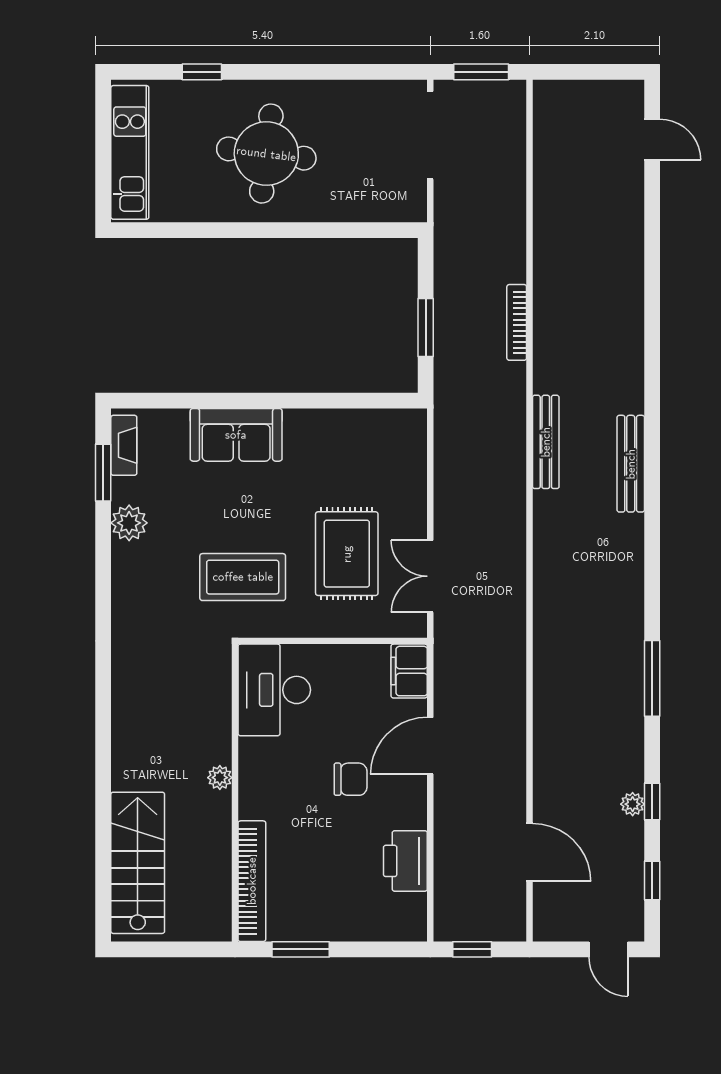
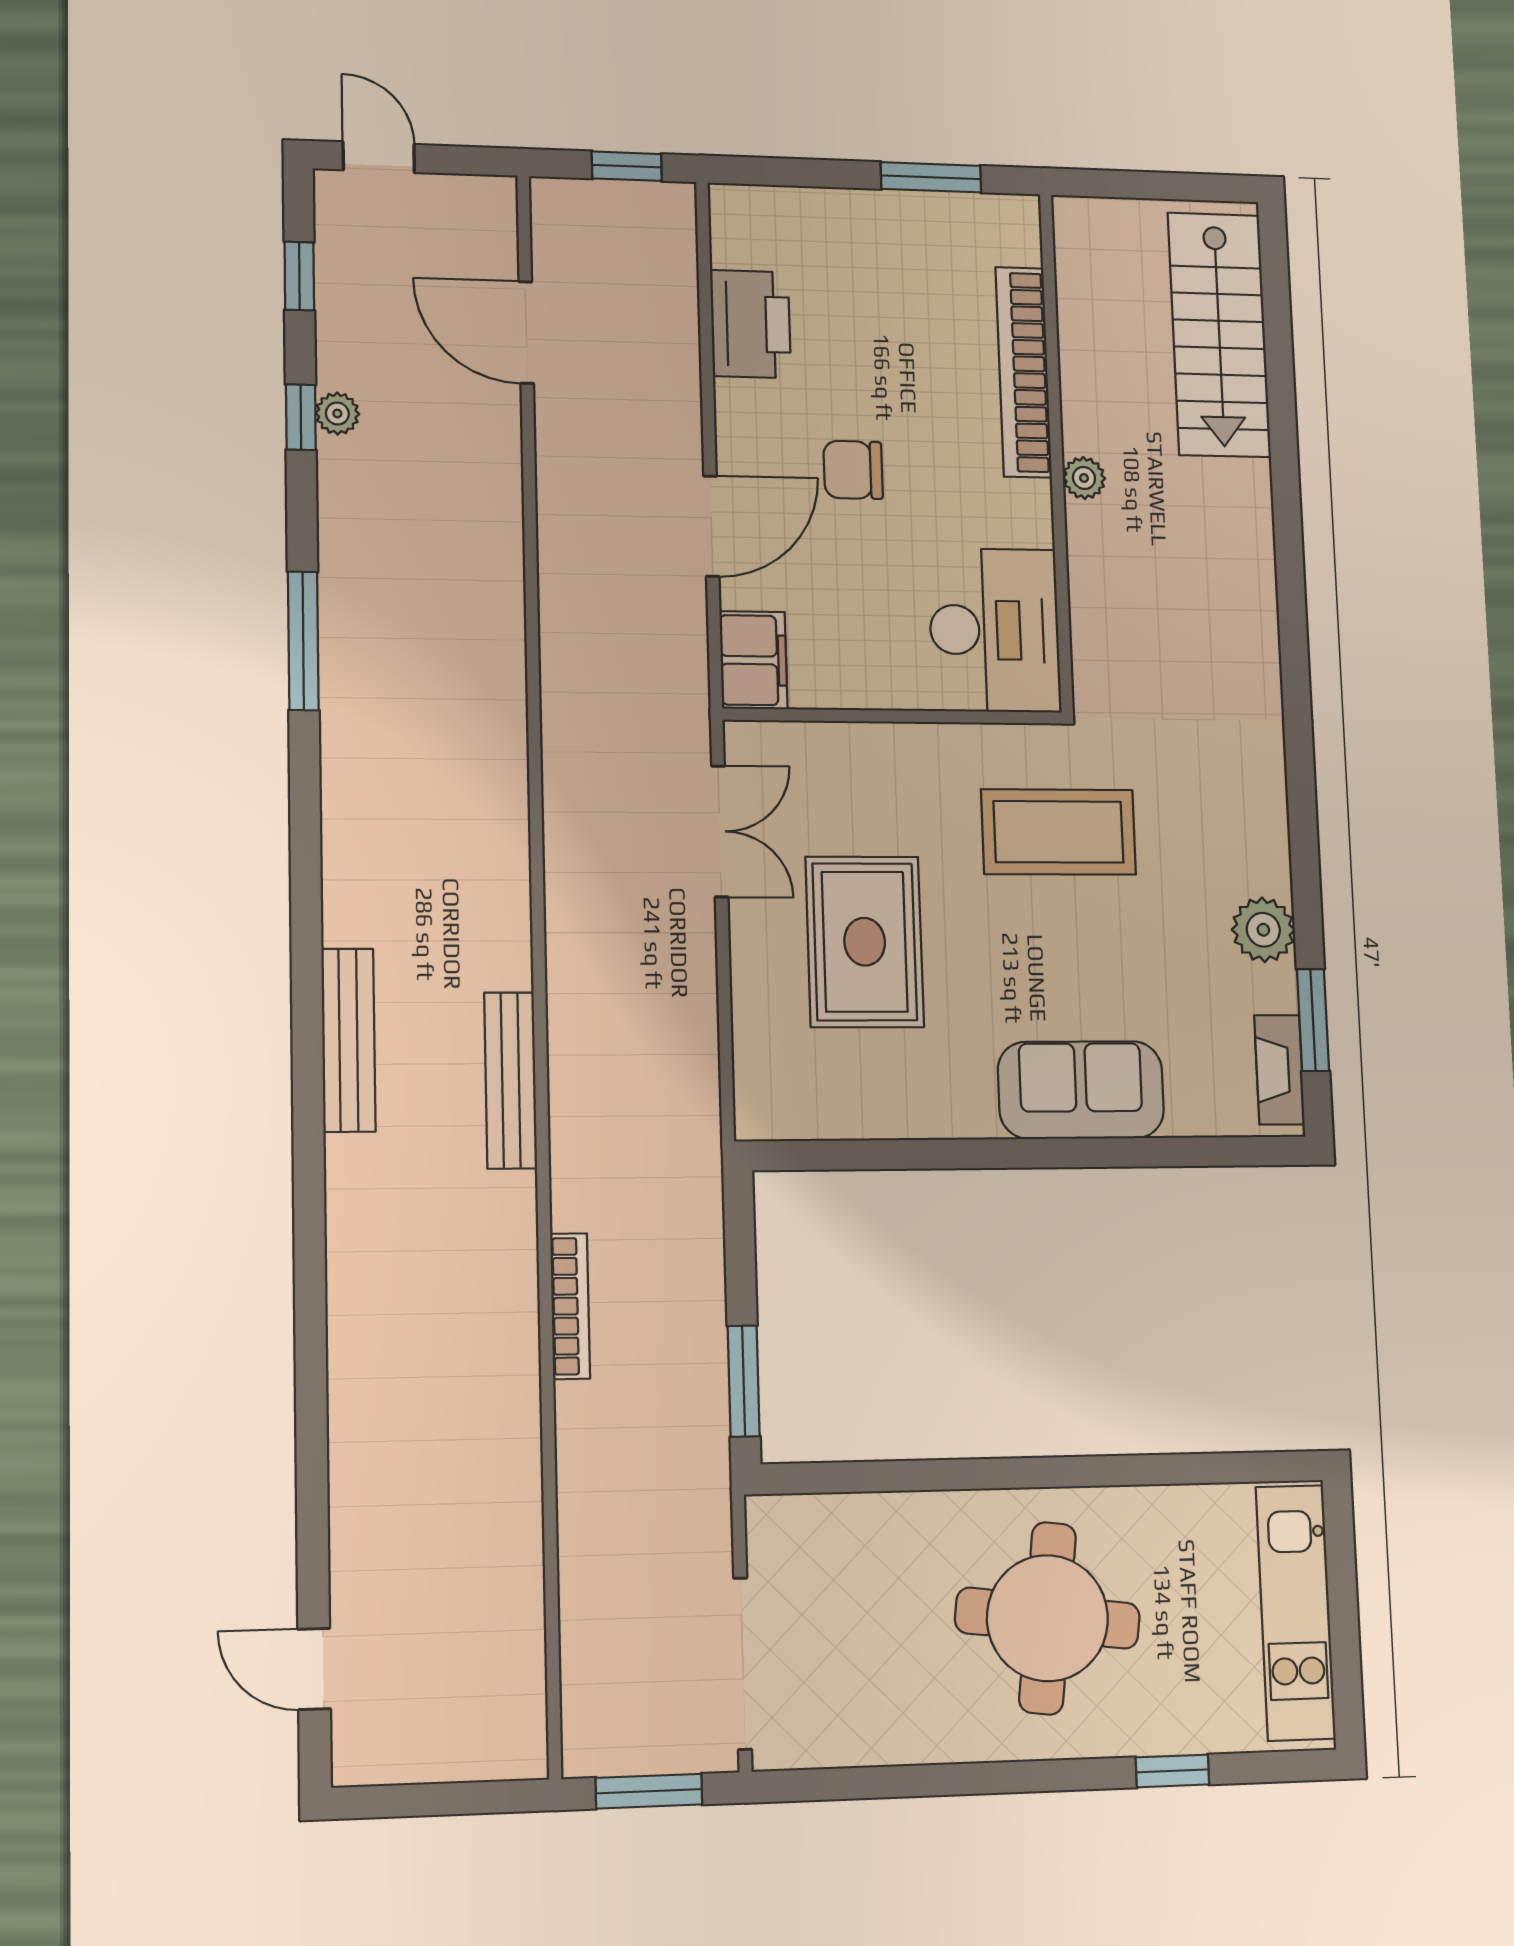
window: (426, 327) -> (744, 1381), moved
rug: (347, 554) -> (865, 942), moved
bookcase: (252, 881) -> (1024, 372), moved

